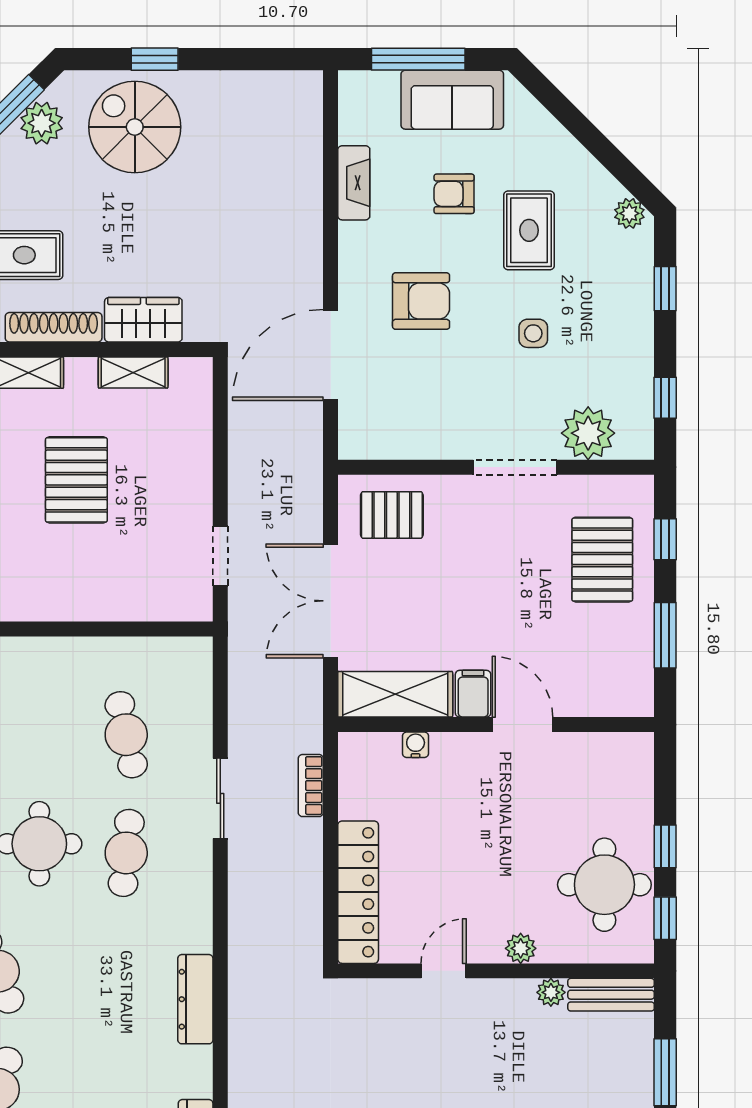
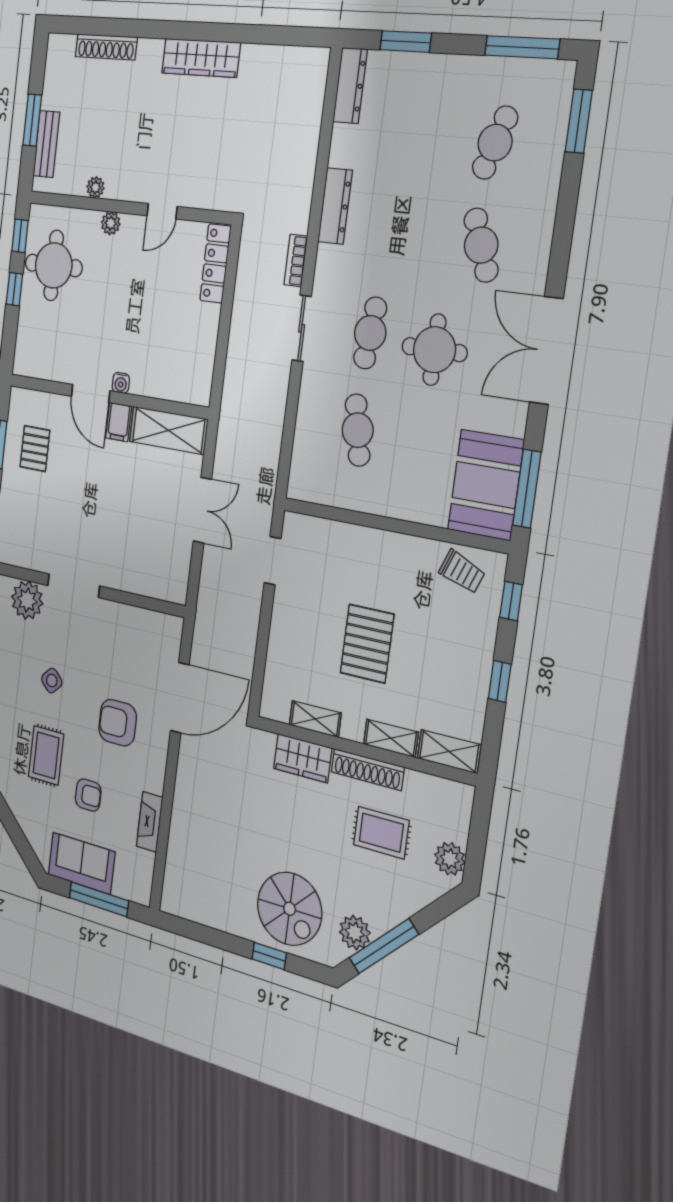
side table: (533, 333) -> (52, 681), turned 45
pallet: (392, 515) -> (155, 568), removed
pallet: (602, 560) -> (35, 449), moved, width x0.67, depth x0.71
double door: (331, 601) -> (202, 510), width x0.73
water cooler: (416, 745) -> (121, 383), moved
bookcase: (311, 786) -> (296, 261), moved, turned 180
sliding door: (220, 798) -> (302, 328), moved
locker: (358, 892) -> (215, 263), width x0.71, depth x0.83
bench: (611, 995) -> (46, 144), moved, turned 90

